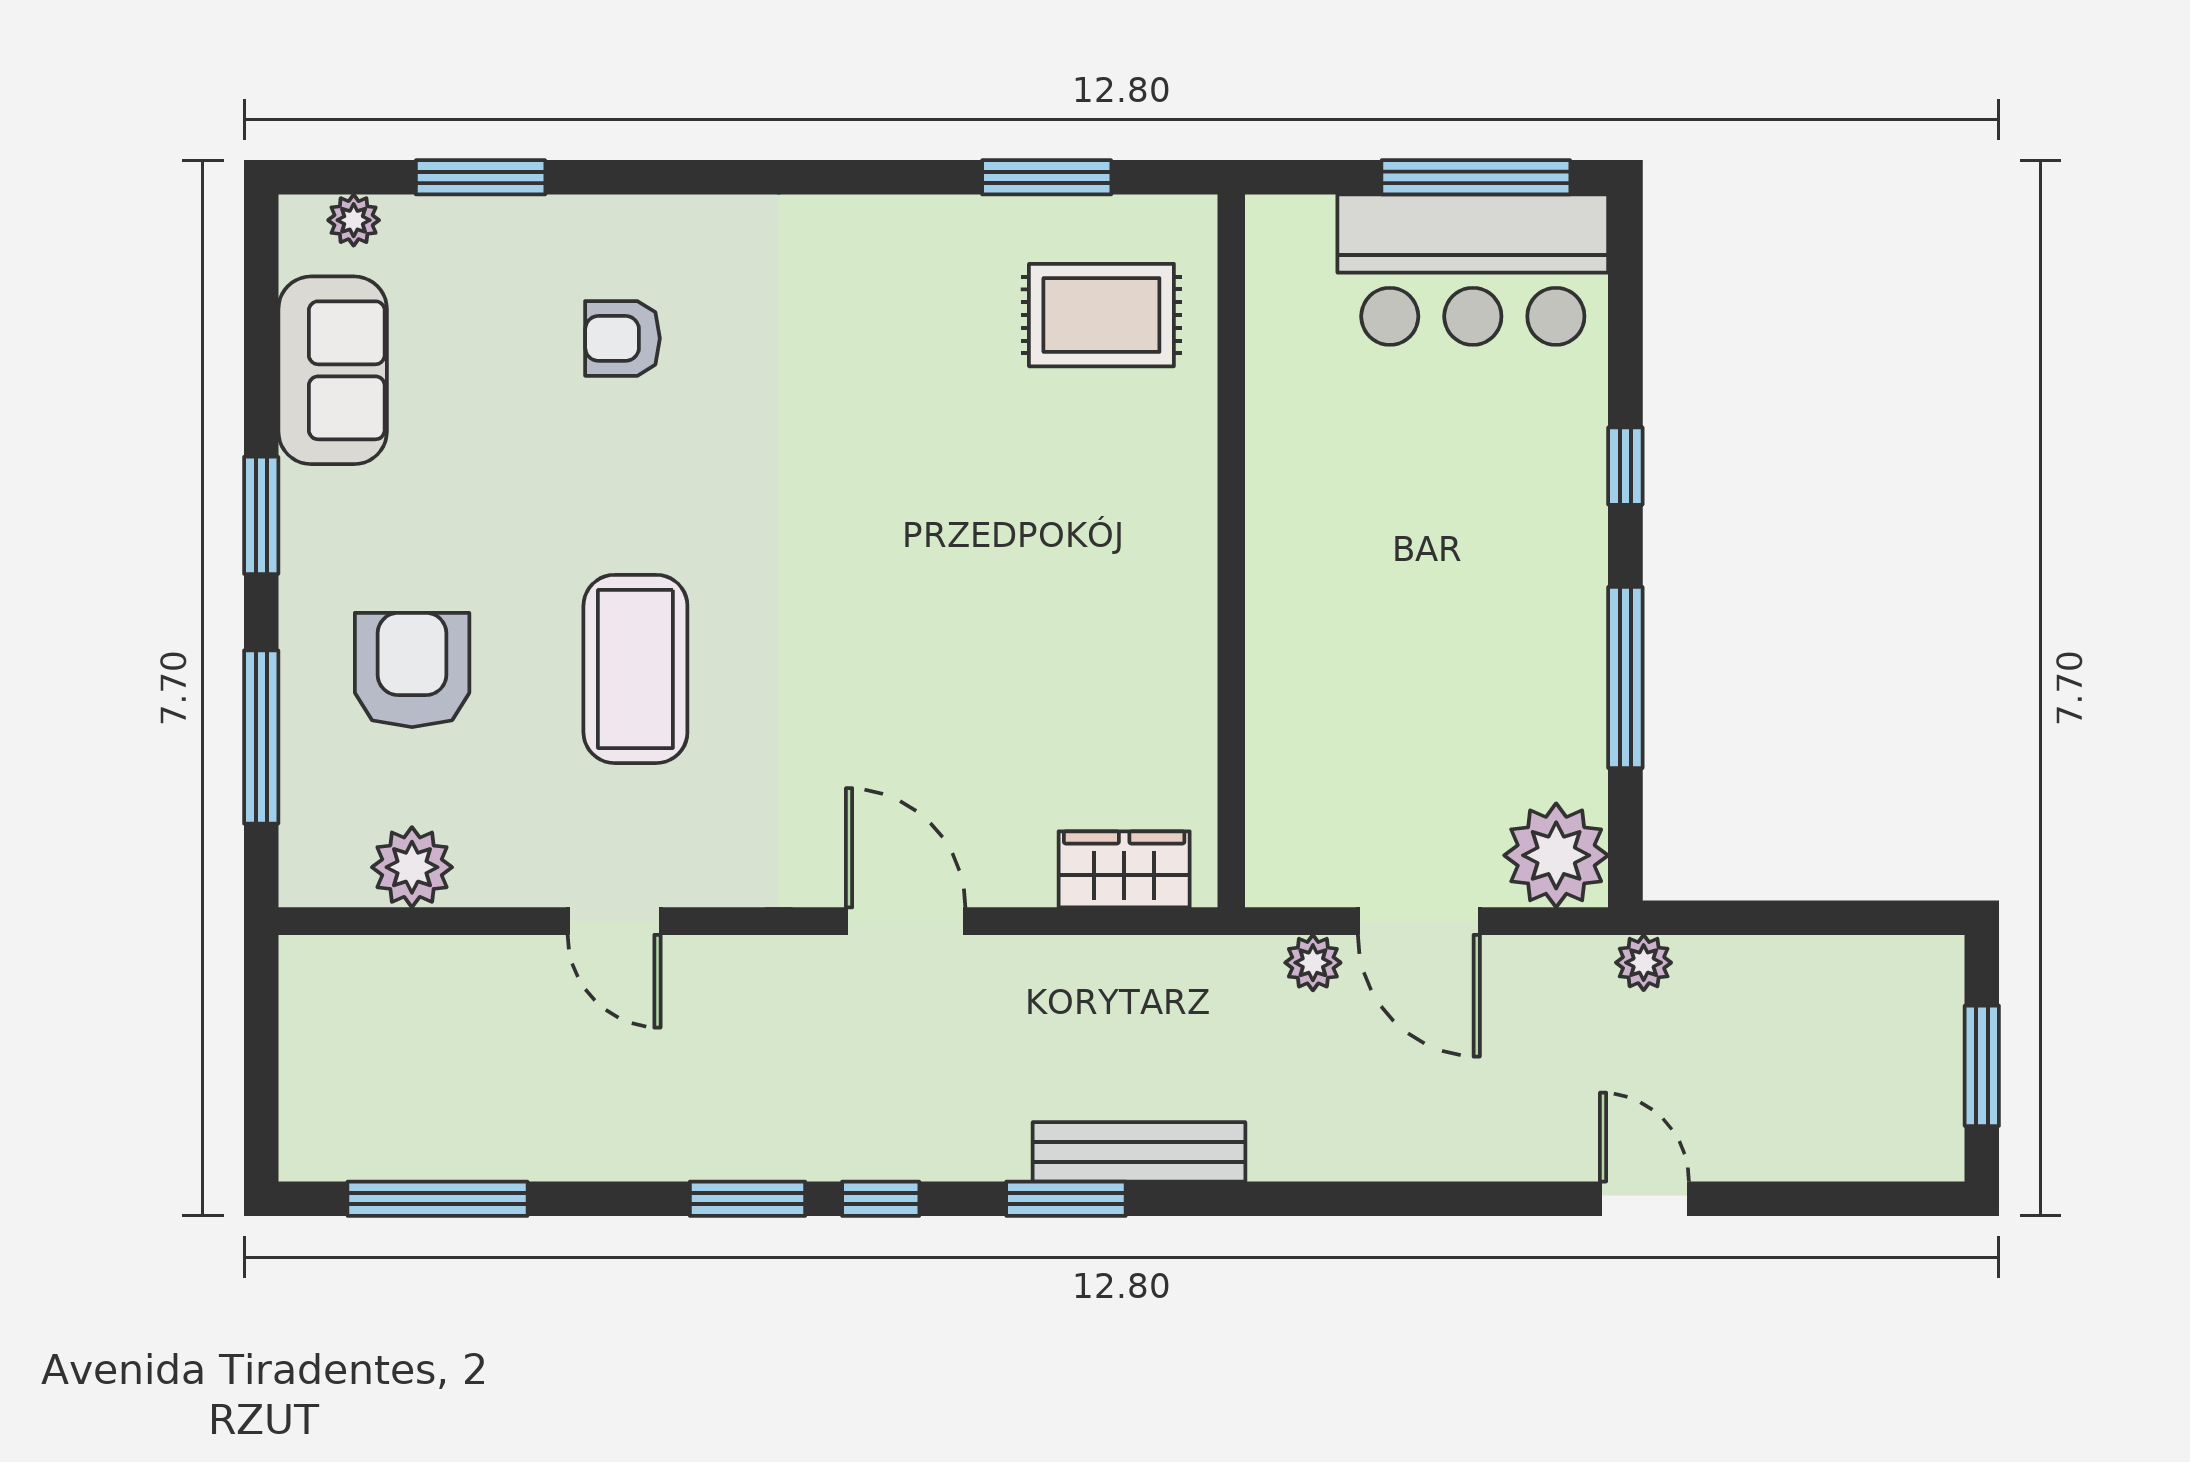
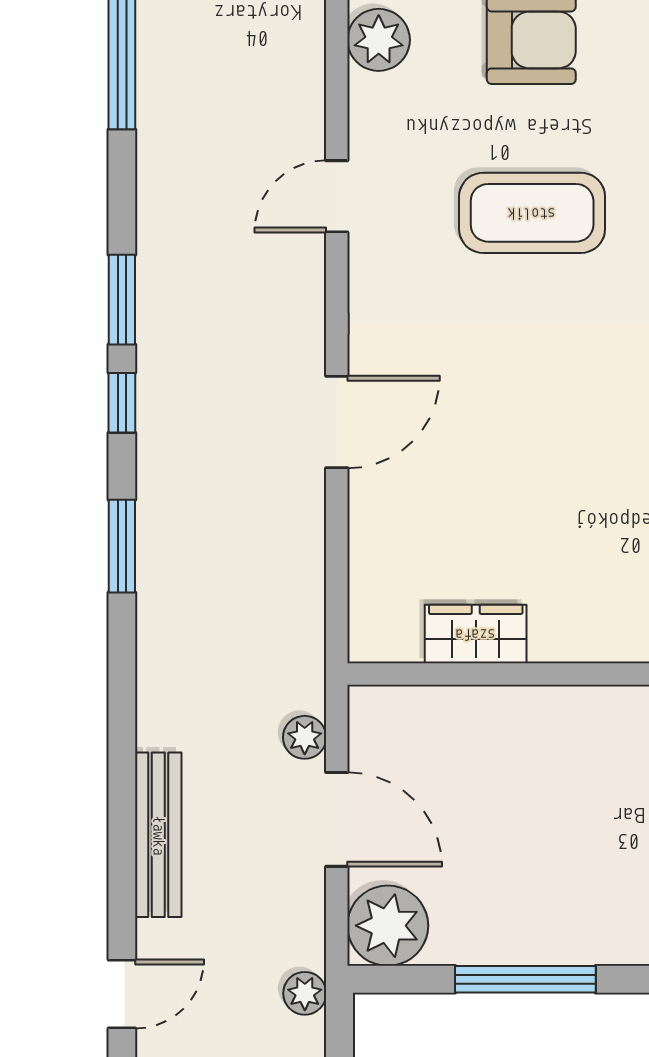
wardrobe: (1124, 869) -> (476, 634), moved, turned -90
door: (1419, 921) -> (337, 819), swing flipped
bench: (1139, 1152) -> (158, 835), moved

